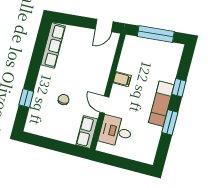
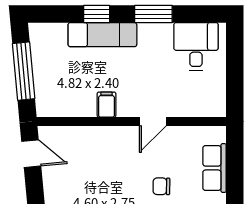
exam couch: (161, 104) -> (102, 35), moved
desk: (116, 131) -> (196, 46), moved, turned 180
row of seats: (87, 132) -> (214, 168), moved, turned 90

